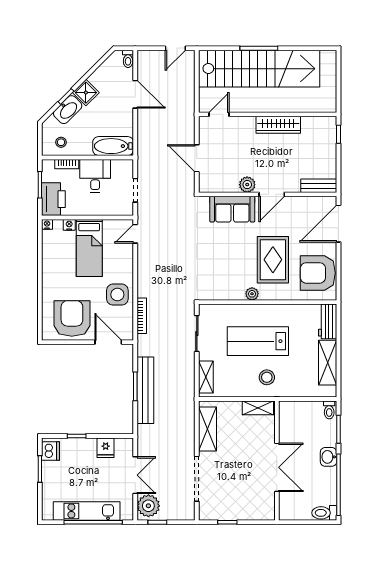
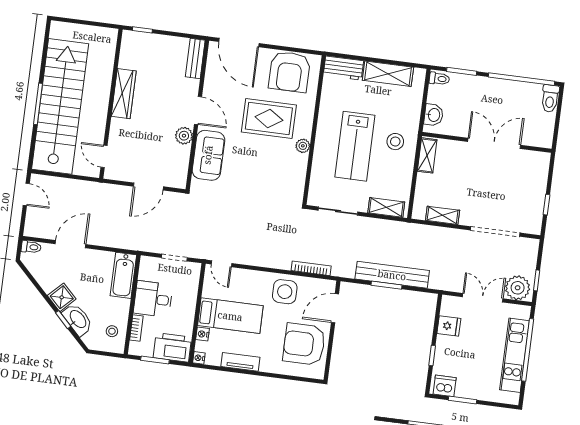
tv unit: (48, 263) -> (240, 362), added
shelving: (208, 429) -> (443, 215), width x0.67, depth x0.75
washbasin: (329, 457) -> (434, 115), moved, turned -90

